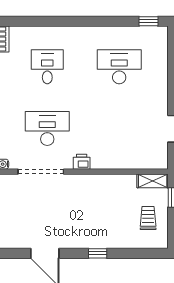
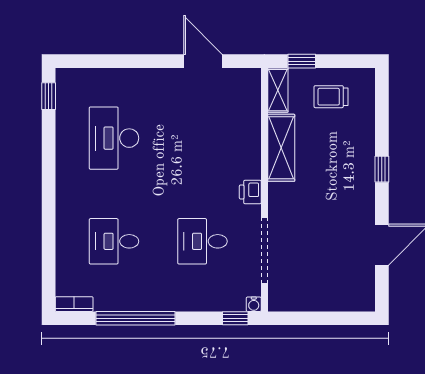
desk: (47, 128) -> (202, 241), width x0.73
shelving: (112, 183) -> (281, 148), added

